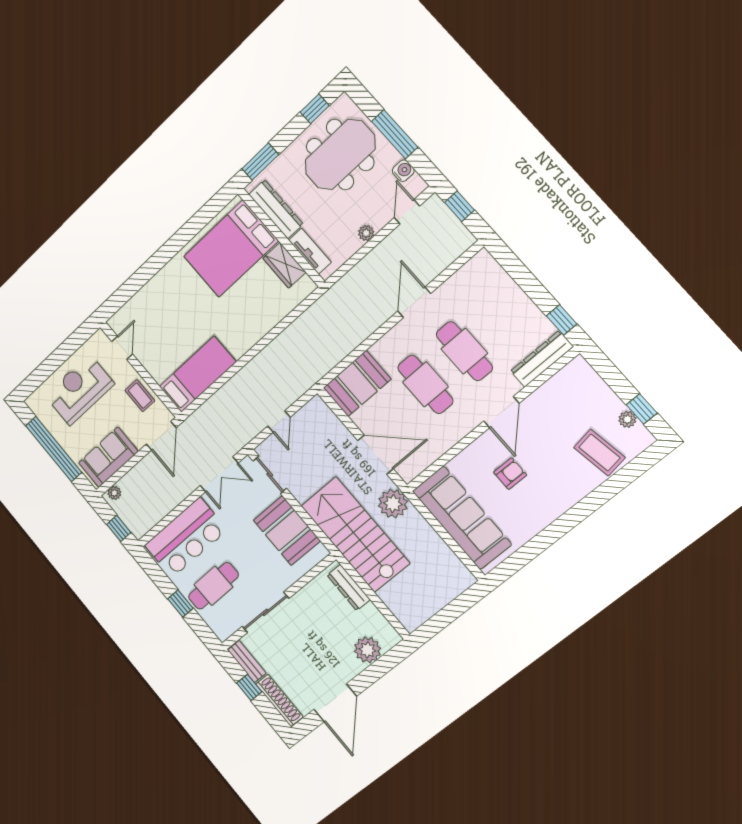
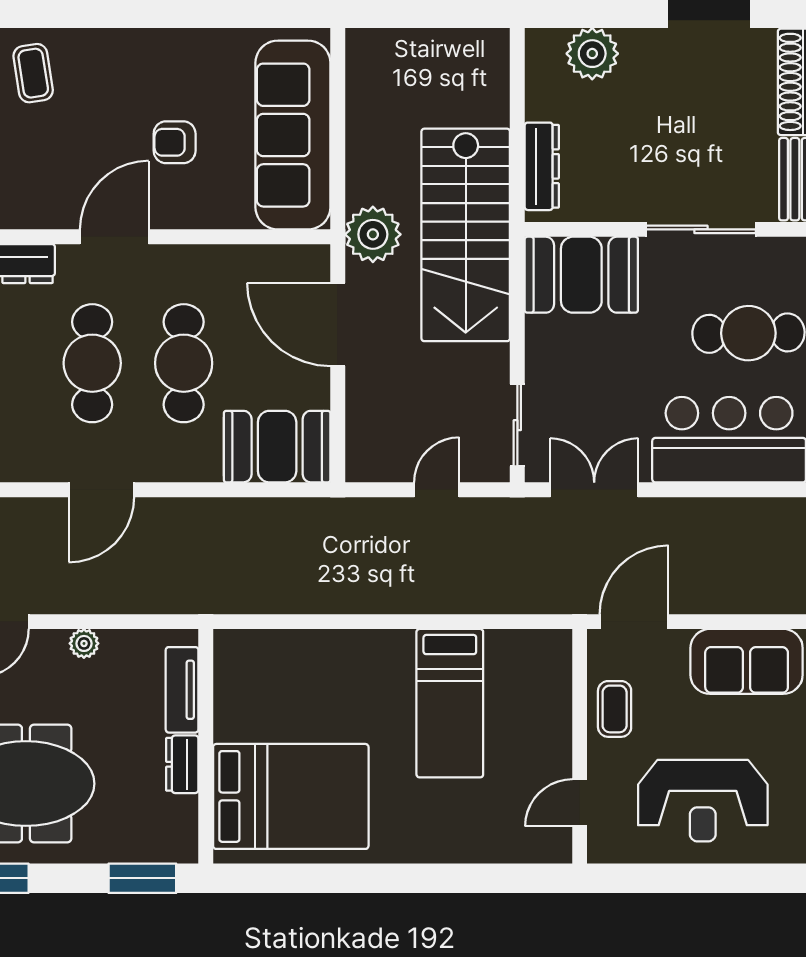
dresser: (276, 209) -> (182, 764), width x0.51, depth x0.80
wardrobe: (284, 265) -> (235, 703), removed
bed: (198, 374) -> (450, 703), moved, turned -90
coffee table: (599, 452) -> (33, 73), width x0.73, depth x0.77
plant: (114, 493) -> (785, 600), removed
booth: (287, 531) -> (581, 275), moved, turned 90

